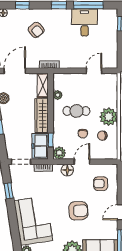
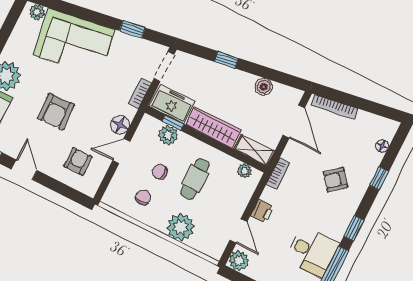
plant: (111, 62) -> (239, 261), added
printer: (76, 63) -> (262, 211), added
plant: (58, 95) -> (244, 171), moved
plant: (109, 117) -> (181, 227), moved
plant: (59, 153) -> (168, 135), moved
door: (82, 162) -> (121, 151), swing flipped

